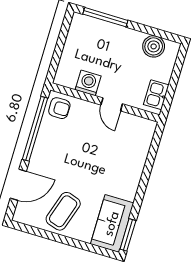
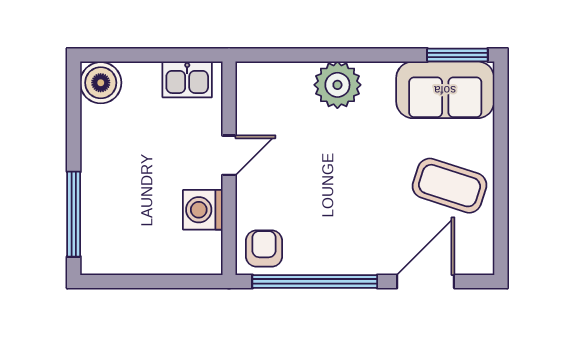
boiler: (154, 46) -> (101, 83), moved
plant: (131, 170) -> (337, 85), added
door: (18, 185) -> (426, 281), hinge flipped

